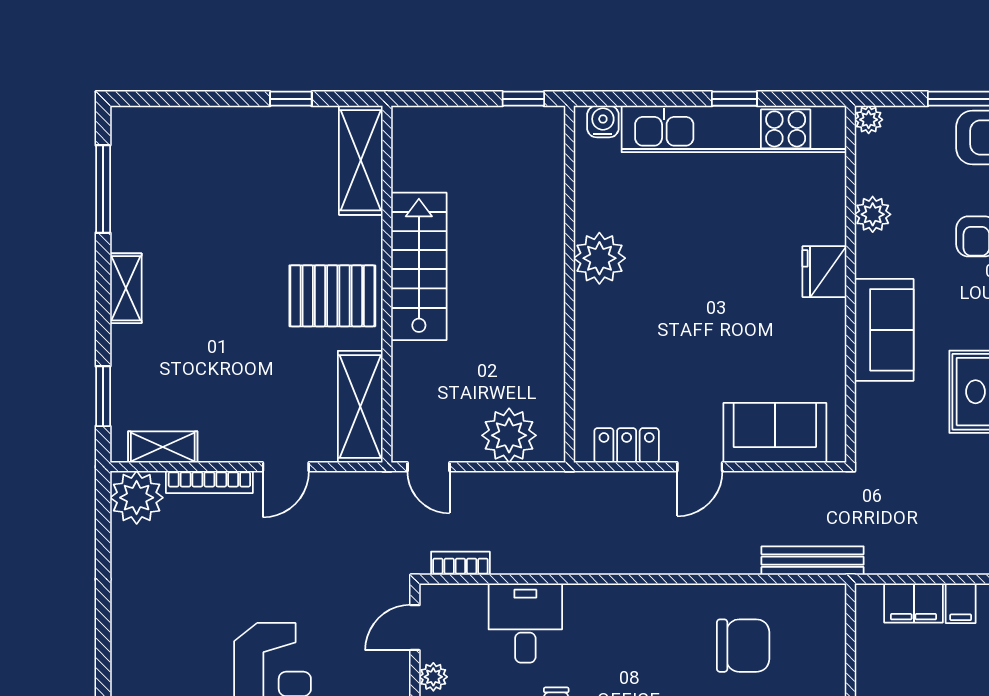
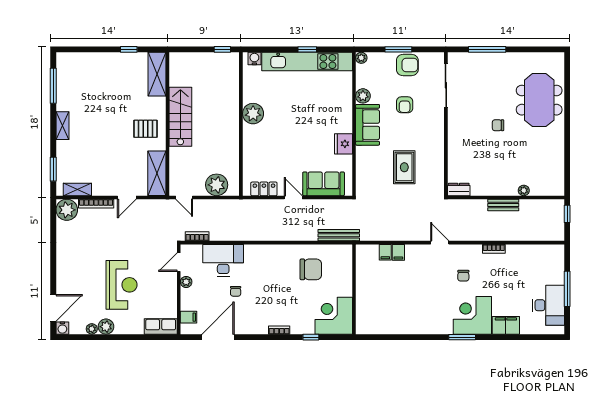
fridge: (824, 272) -> (343, 144), moved
pallet: (332, 296) -> (145, 129), width x0.67, depth x0.71
sofa: (884, 330) -> (368, 125), moved
door: (700, 467) -> (293, 197), swing flipped
filing cabinet: (914, 603) -> (385, 252), width x0.50
desk: (525, 623) -> (223, 260), width x1.37

